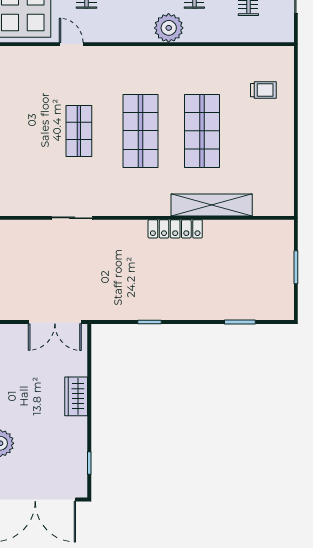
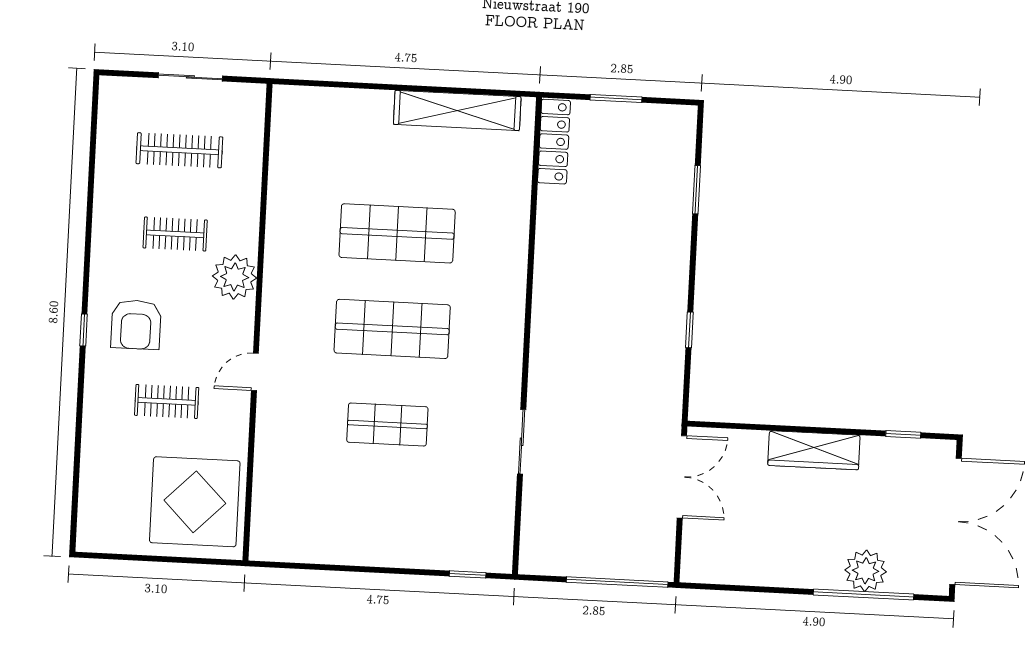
door: (71, 44) -> (255, 372), moved
trolley: (263, 90) -> (338, 135), removed
shelving: (212, 205) -> (457, 110), moved, turned 90
locker: (175, 229) -> (554, 142), moved
wardrobe: (76, 396) -> (814, 450), width x1.50

